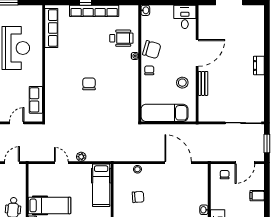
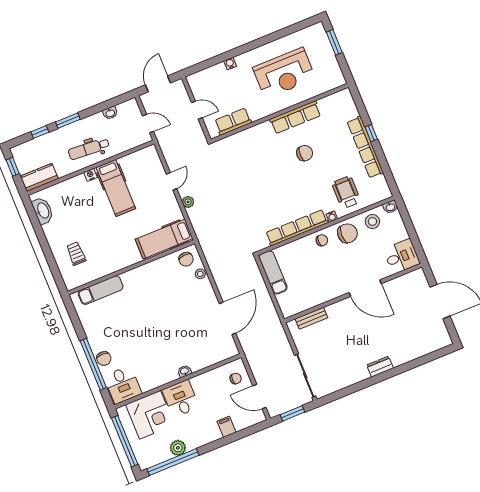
row of seats: (51, 28) -> (295, 117), moved
wheelchair: (121, 38) -> (346, 192), turned 180
chair: (152, 50) -> (347, 233), turned -106
stool: (182, 83) -> (372, 221), moved
bench: (203, 83) -> (311, 318), moved
chair: (89, 84) -> (305, 153), moved
row of seats: (133, 85) -> (297, 228), added
exam couch: (164, 113) -> (273, 272), width x0.73, depth x0.69
chair: (138, 197) -> (186, 259), moved

